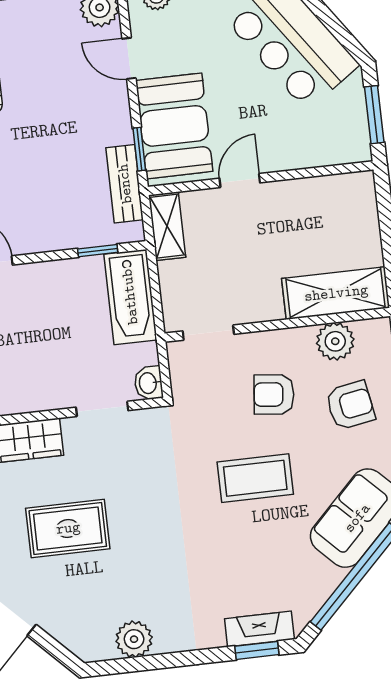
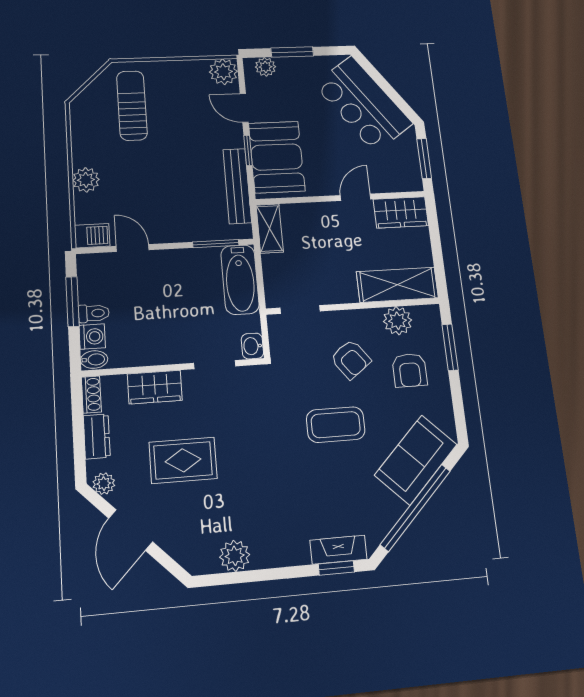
window: (139, 149) -> (248, 150), moved
door: (240, 181) -> (355, 197), moved
bench: (125, 184) -> (237, 186), width x1.36
wardrobe: (341, 193) -> (401, 212), added
window: (98, 251) -> (216, 244), width x1.50
armchair: (274, 394) -> (351, 359), turned -133
armchair: (350, 405) -> (410, 370), turned 100

